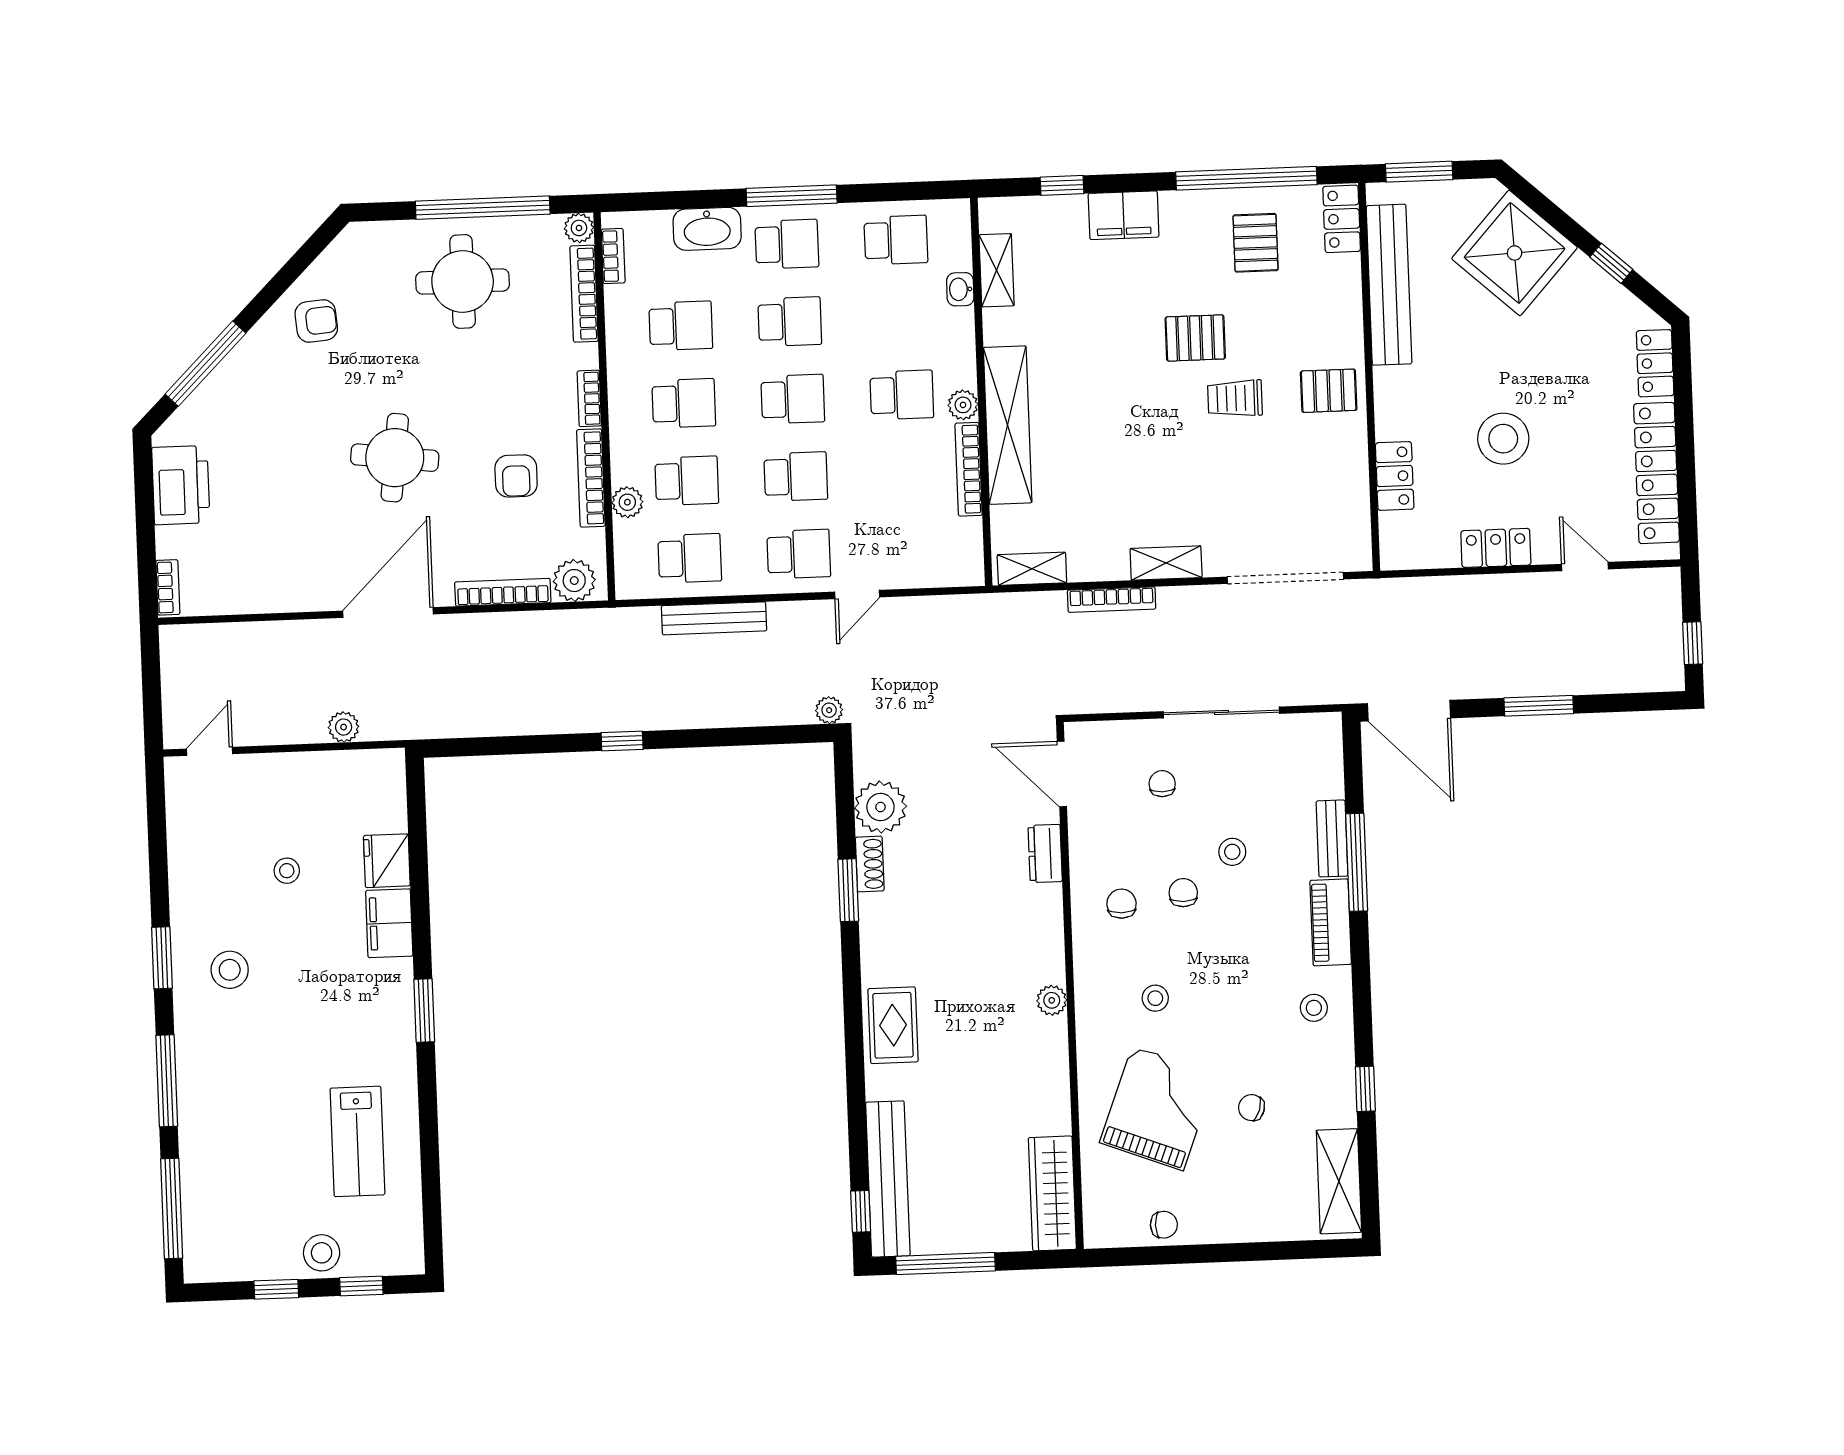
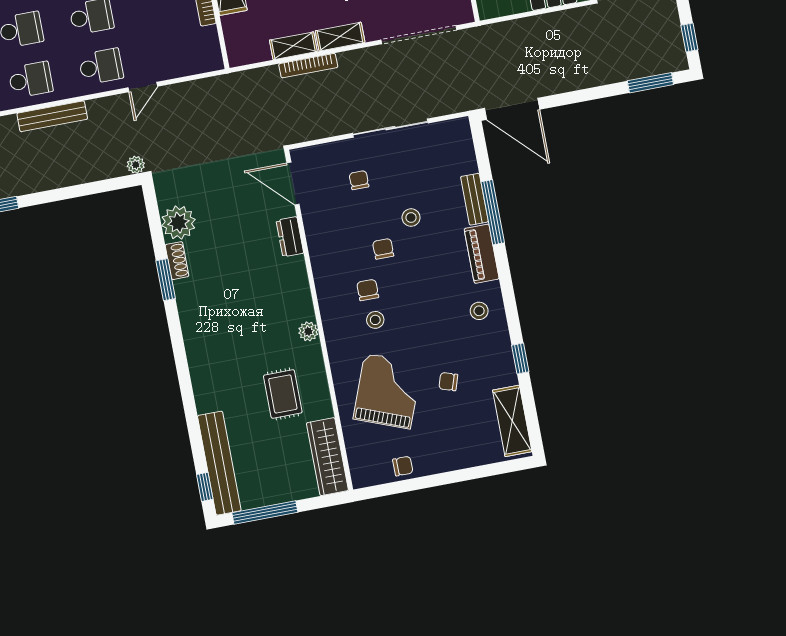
shelving: (1032, 569) -> (293, 46), moved
window: (1539, 706) -> (650, 83), moved
chair: (1121, 904) -> (368, 290), moved
rug: (893, 1025) -> (283, 394), moved

